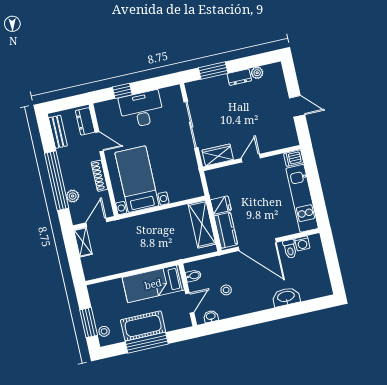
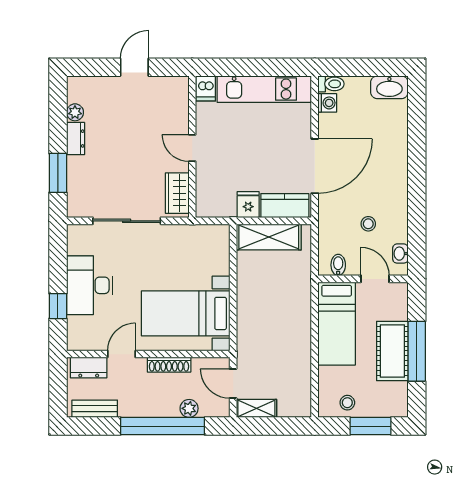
toilet: (290, 249) -> (331, 84), moved
washbasin: (286, 297) -> (389, 87), moved, turned -90
stool: (104, 331) -> (347, 403), moved

